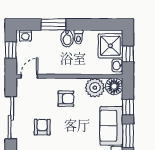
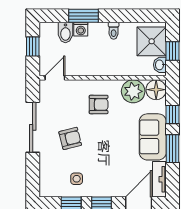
washing machine: (25, 36) -> (81, 29), moved
bidet: (67, 38) -> (65, 33), moved
armchair: (42, 127) -> (70, 138), turned 76

